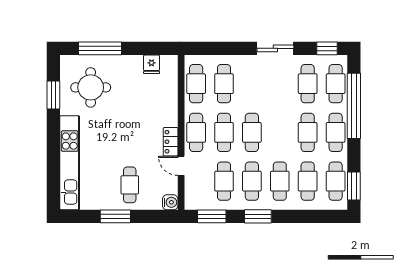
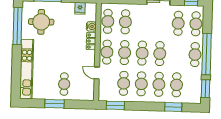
window: (53, 95) -> (18, 26), width x2.11
window: (354, 106) -> (207, 54), moved
cafe table: (308, 132) -> (160, 54), moved
locker: (171, 142) -> (91, 41), moved
cafe table: (336, 181) -> (194, 85), removed
water cooler: (170, 202) -> (91, 26), moved
window: (258, 216) -> (173, 107), moved

